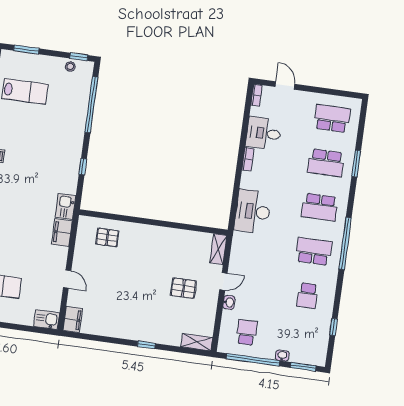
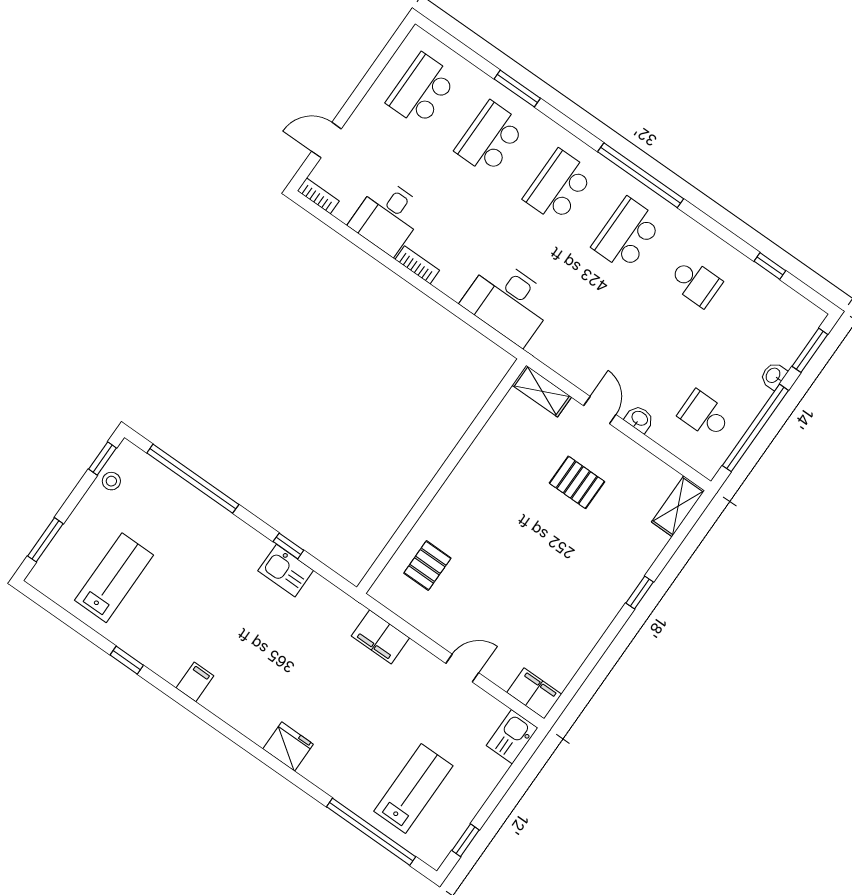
school desk: (326, 163) -> (490, 138), turned 180
kitchen sink: (65, 207) -> (286, 571), moved
school desk: (320, 207) -> (558, 186), turned 180
pallet: (183, 288) -> (577, 482), turned 90

